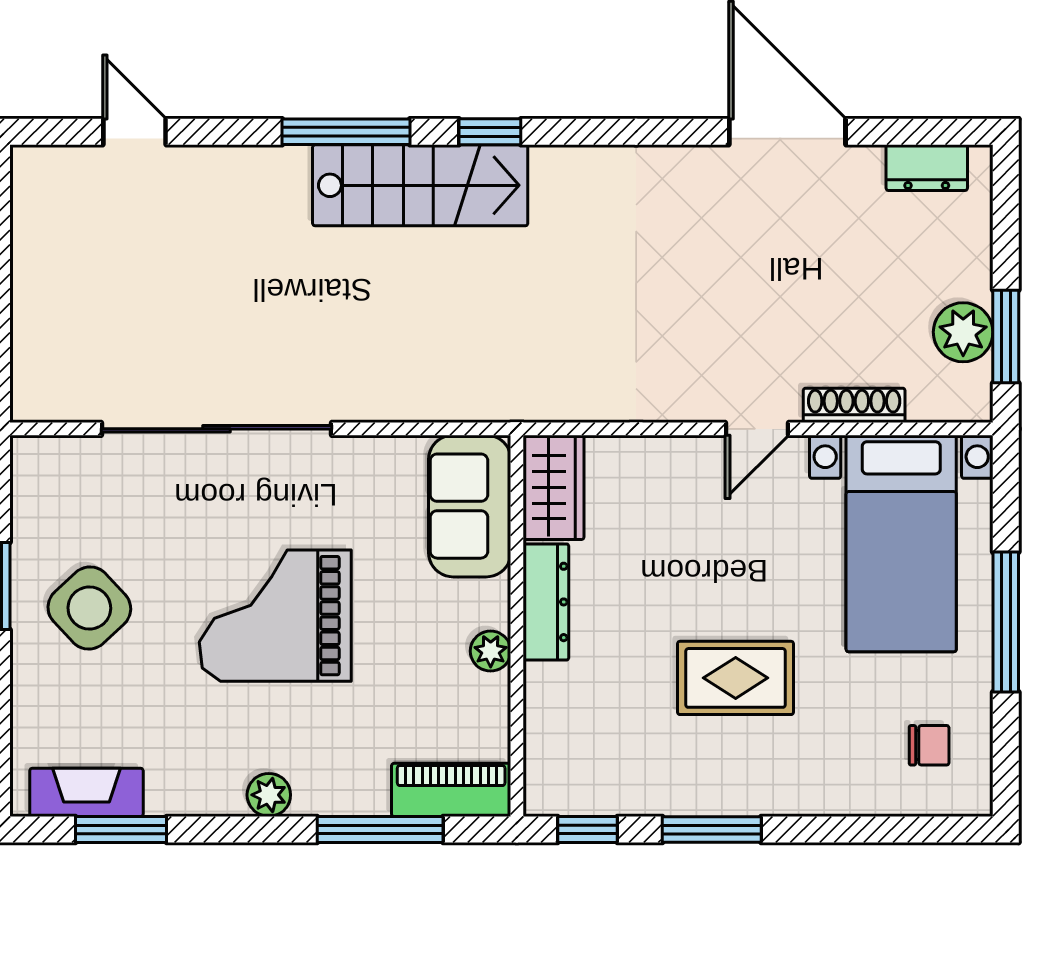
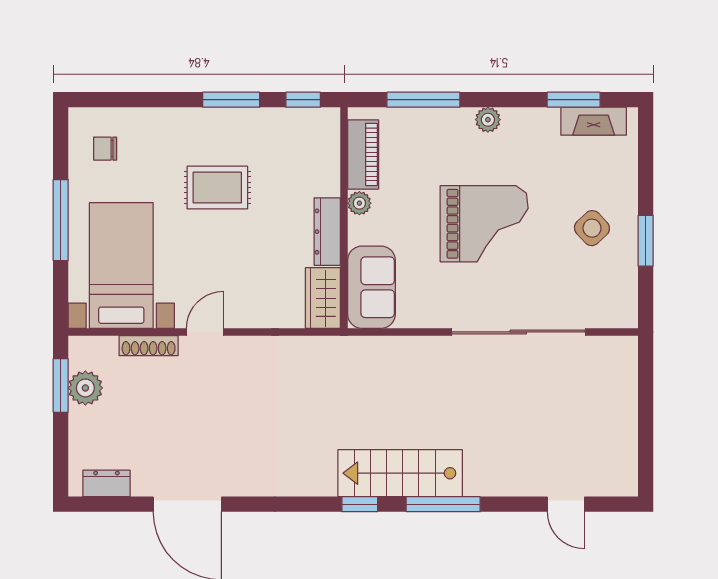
side table: (89, 608) -> (592, 228), width x0.73, depth x0.73
piano: (451, 790) -> (363, 154), moved, turned -90

